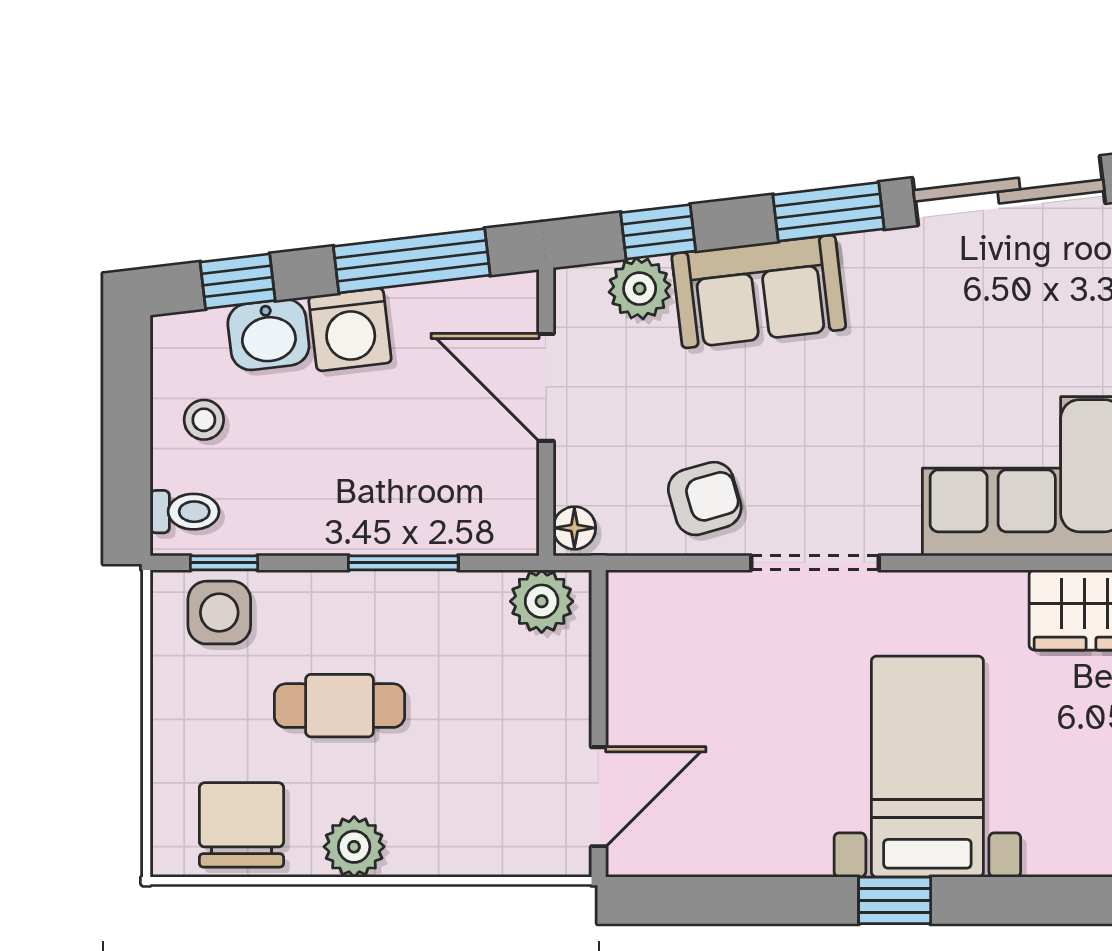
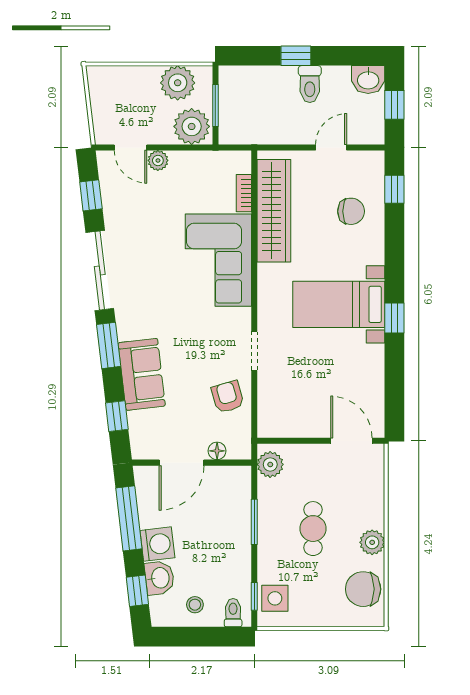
plant: (640, 289) -> (140, 424), removed
floor lamp: (574, 528) -> (217, 451), moved
doorway: (815, 563) -> (254, 351), width x0.73
cafe table: (340, 706) -> (313, 529), moved

